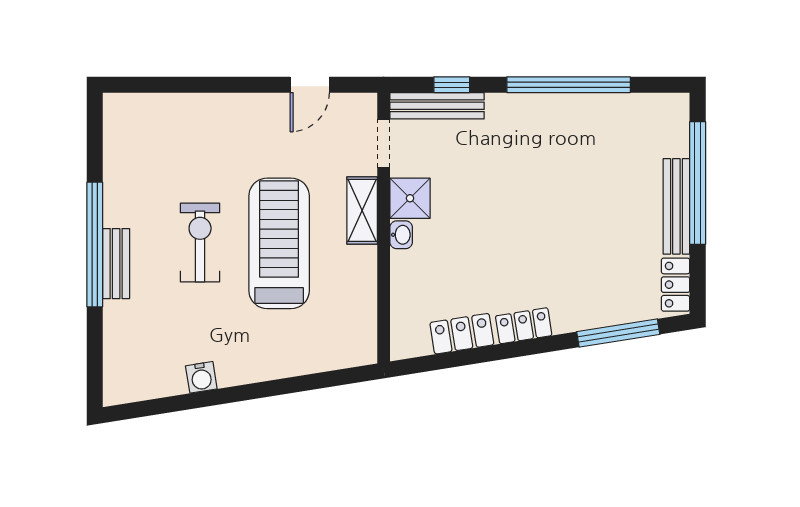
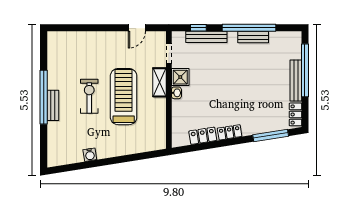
bench: (437, 106) -> (206, 37), moved
bench: (578, 106) -> (253, 37), added

